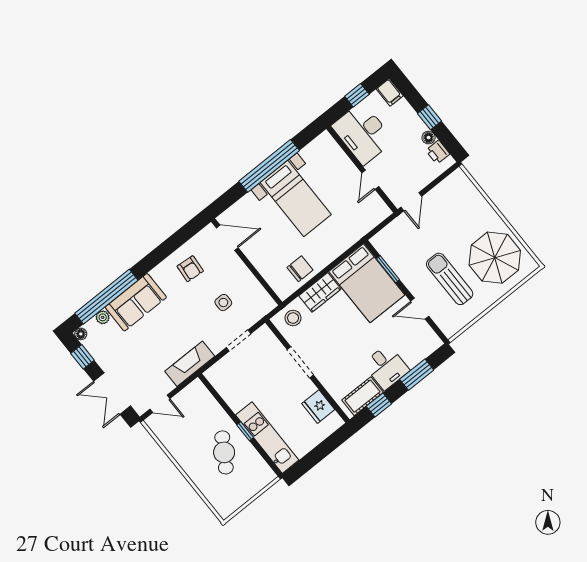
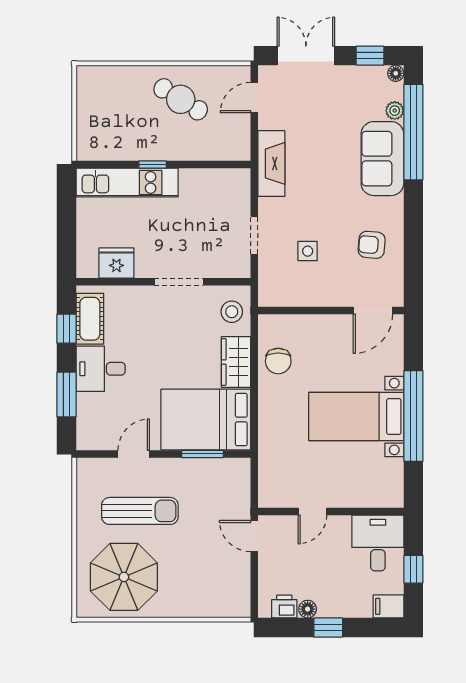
desk: (363, 133) -> (378, 543), width x0.73
door: (370, 180) -> (312, 511), swing flipped
cafe table: (224, 452) -> (181, 99), moved

